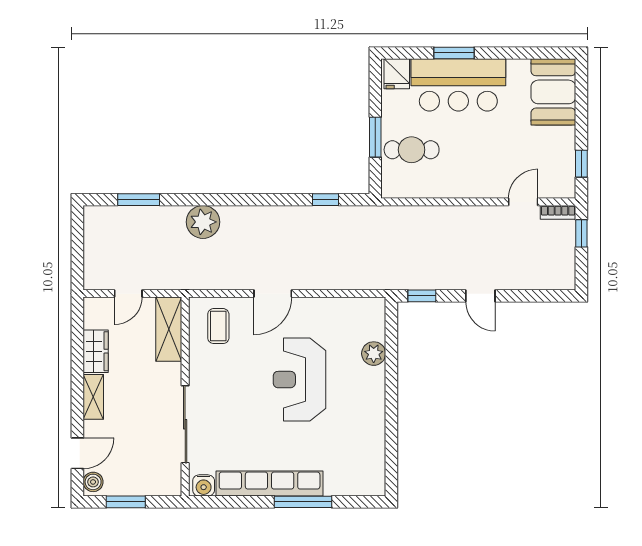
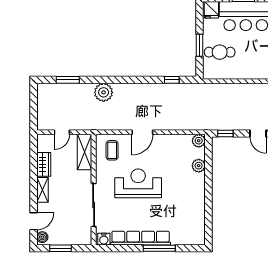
plant: (374, 309) -> (199, 141), added
reception desk: (299, 380) -> (138, 183), moved, turned 90

